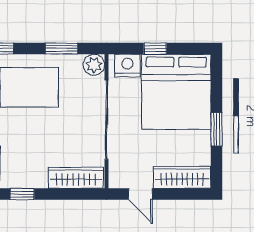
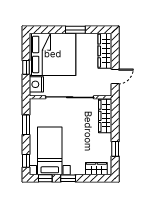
plant: (94, 65) -> (36, 105), removed

